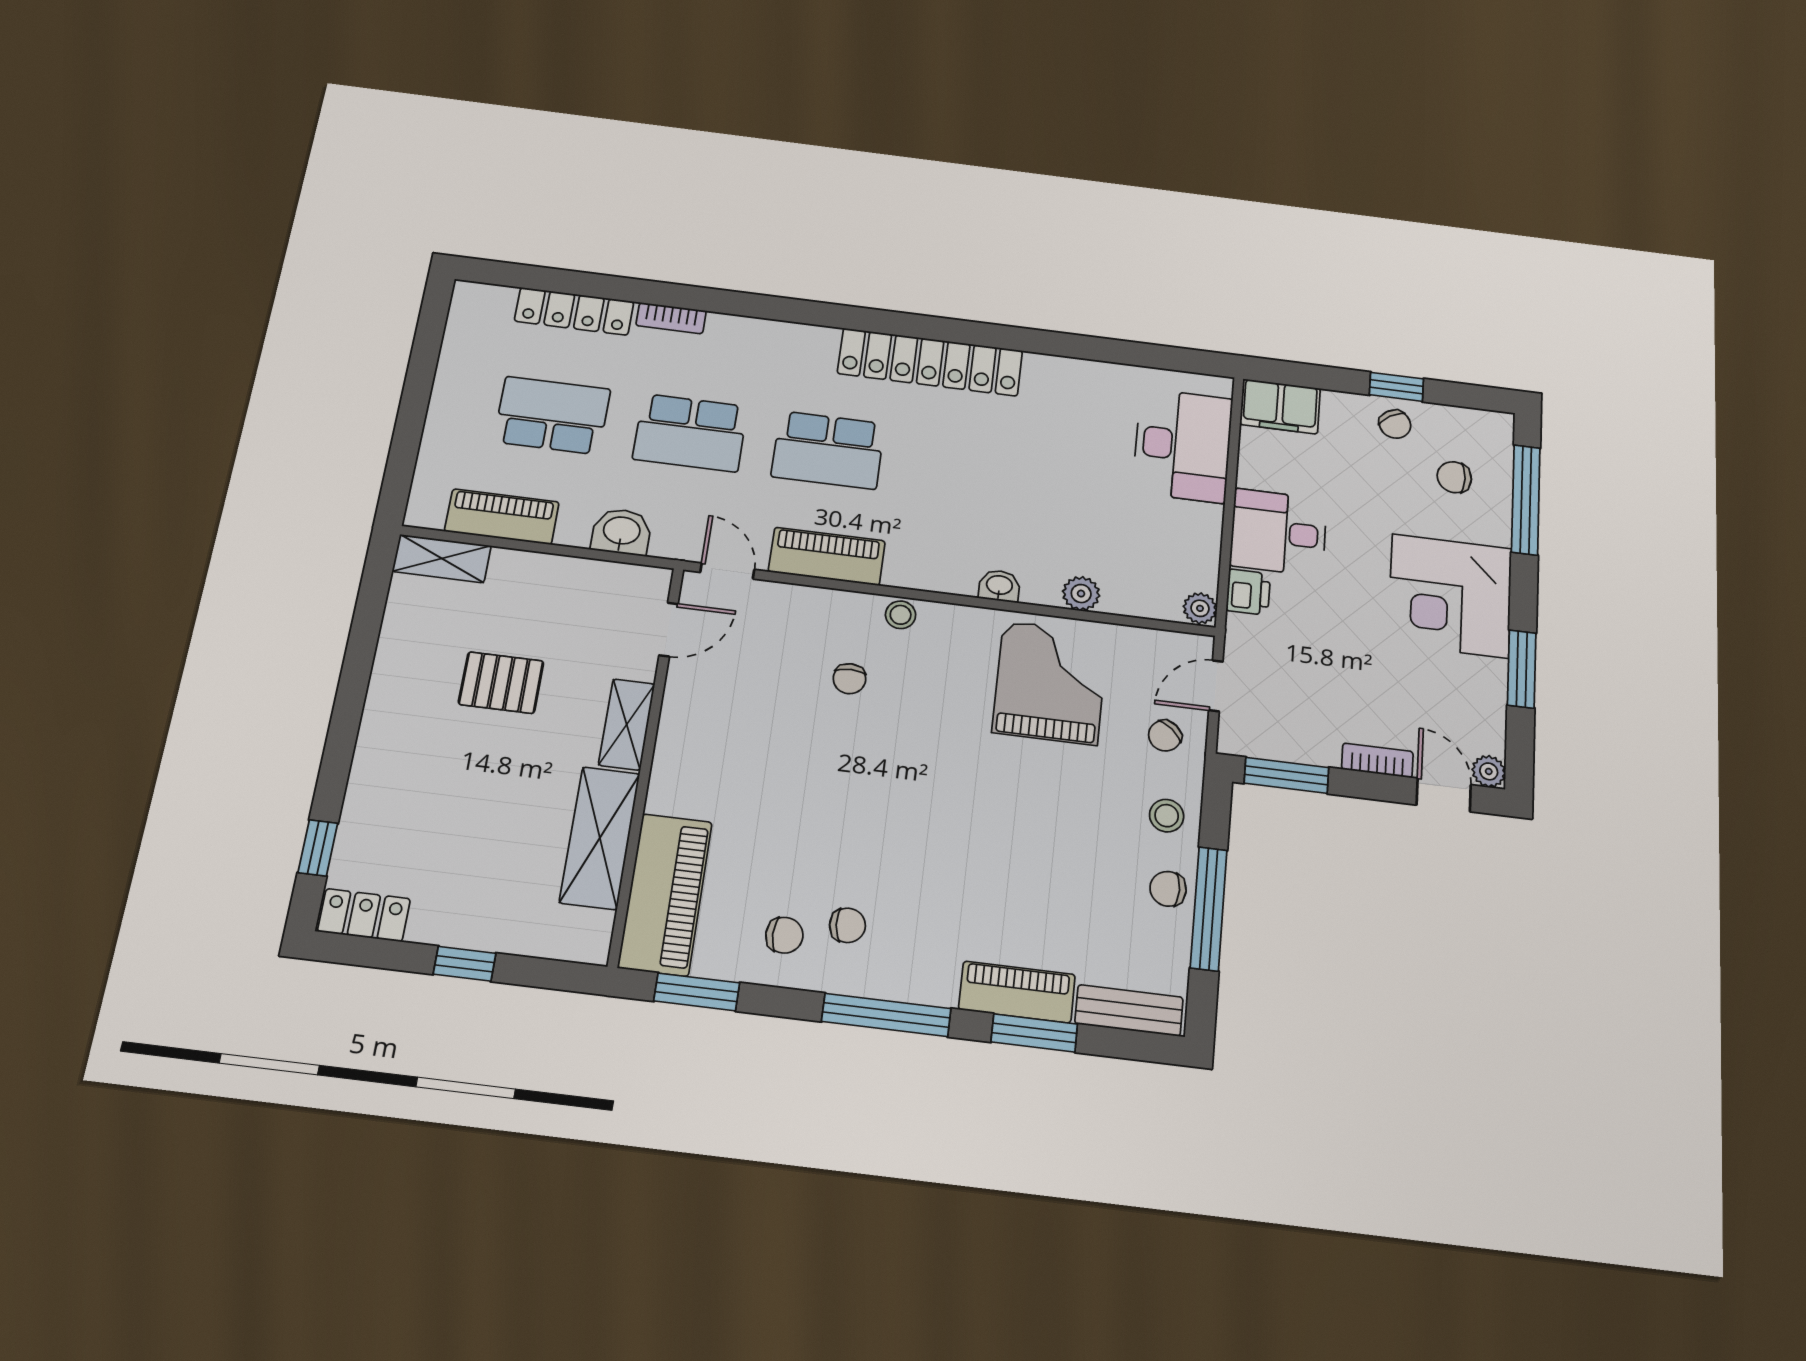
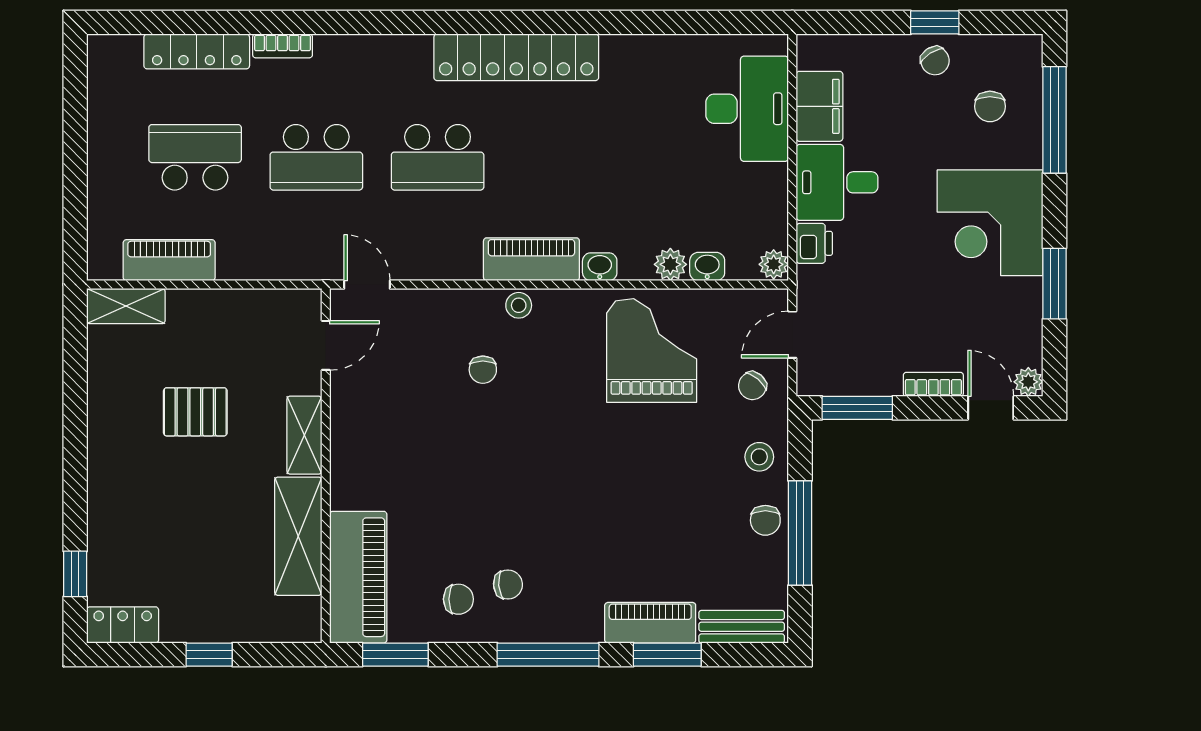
filing cabinet: (1280, 406) -> (819, 106), moved, turned -90
chair: (1454, 477) -> (990, 106), turned -90
washbasin: (622, 532) -> (707, 267), moved, width x0.72, depth x0.69
piano: (827, 556) -> (531, 259), moved
chair: (1168, 889) -> (765, 520), turned -90

